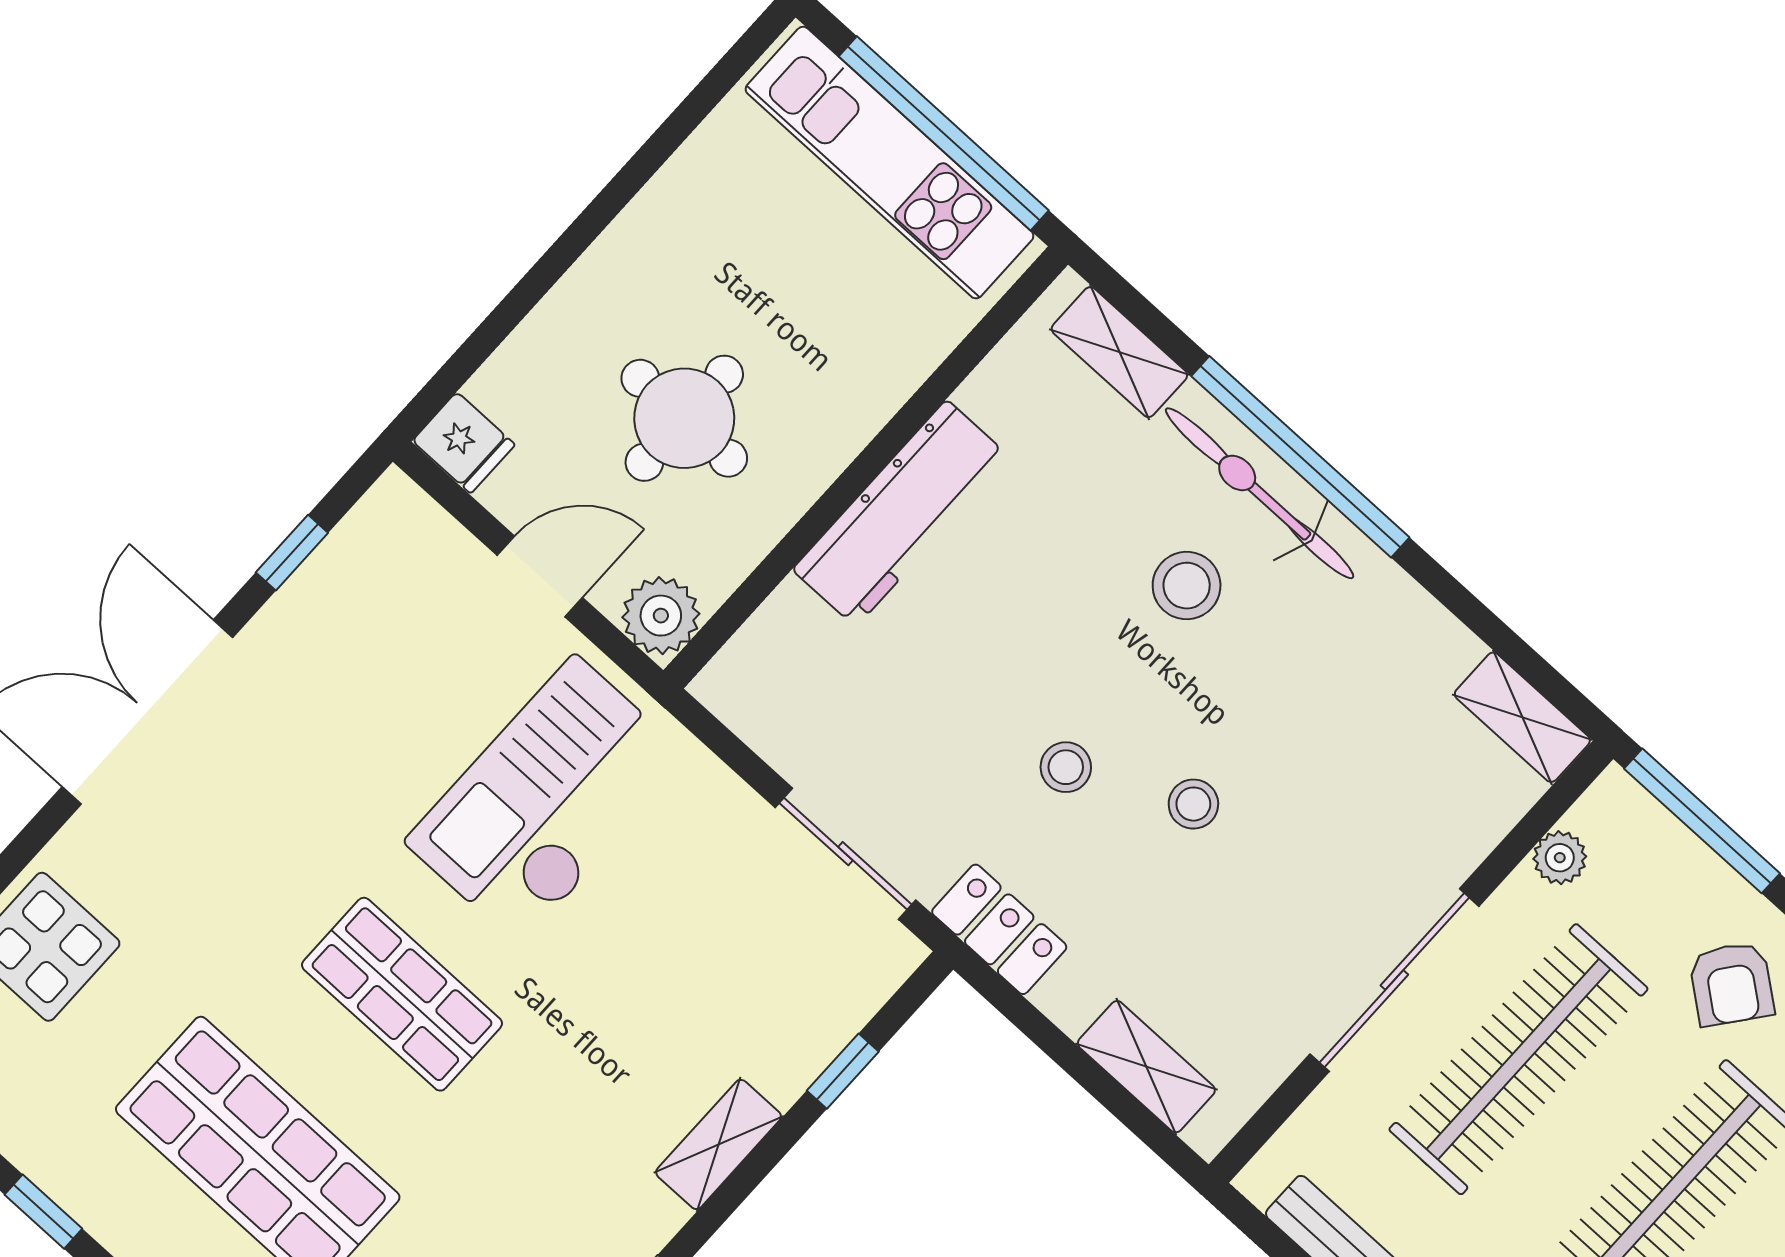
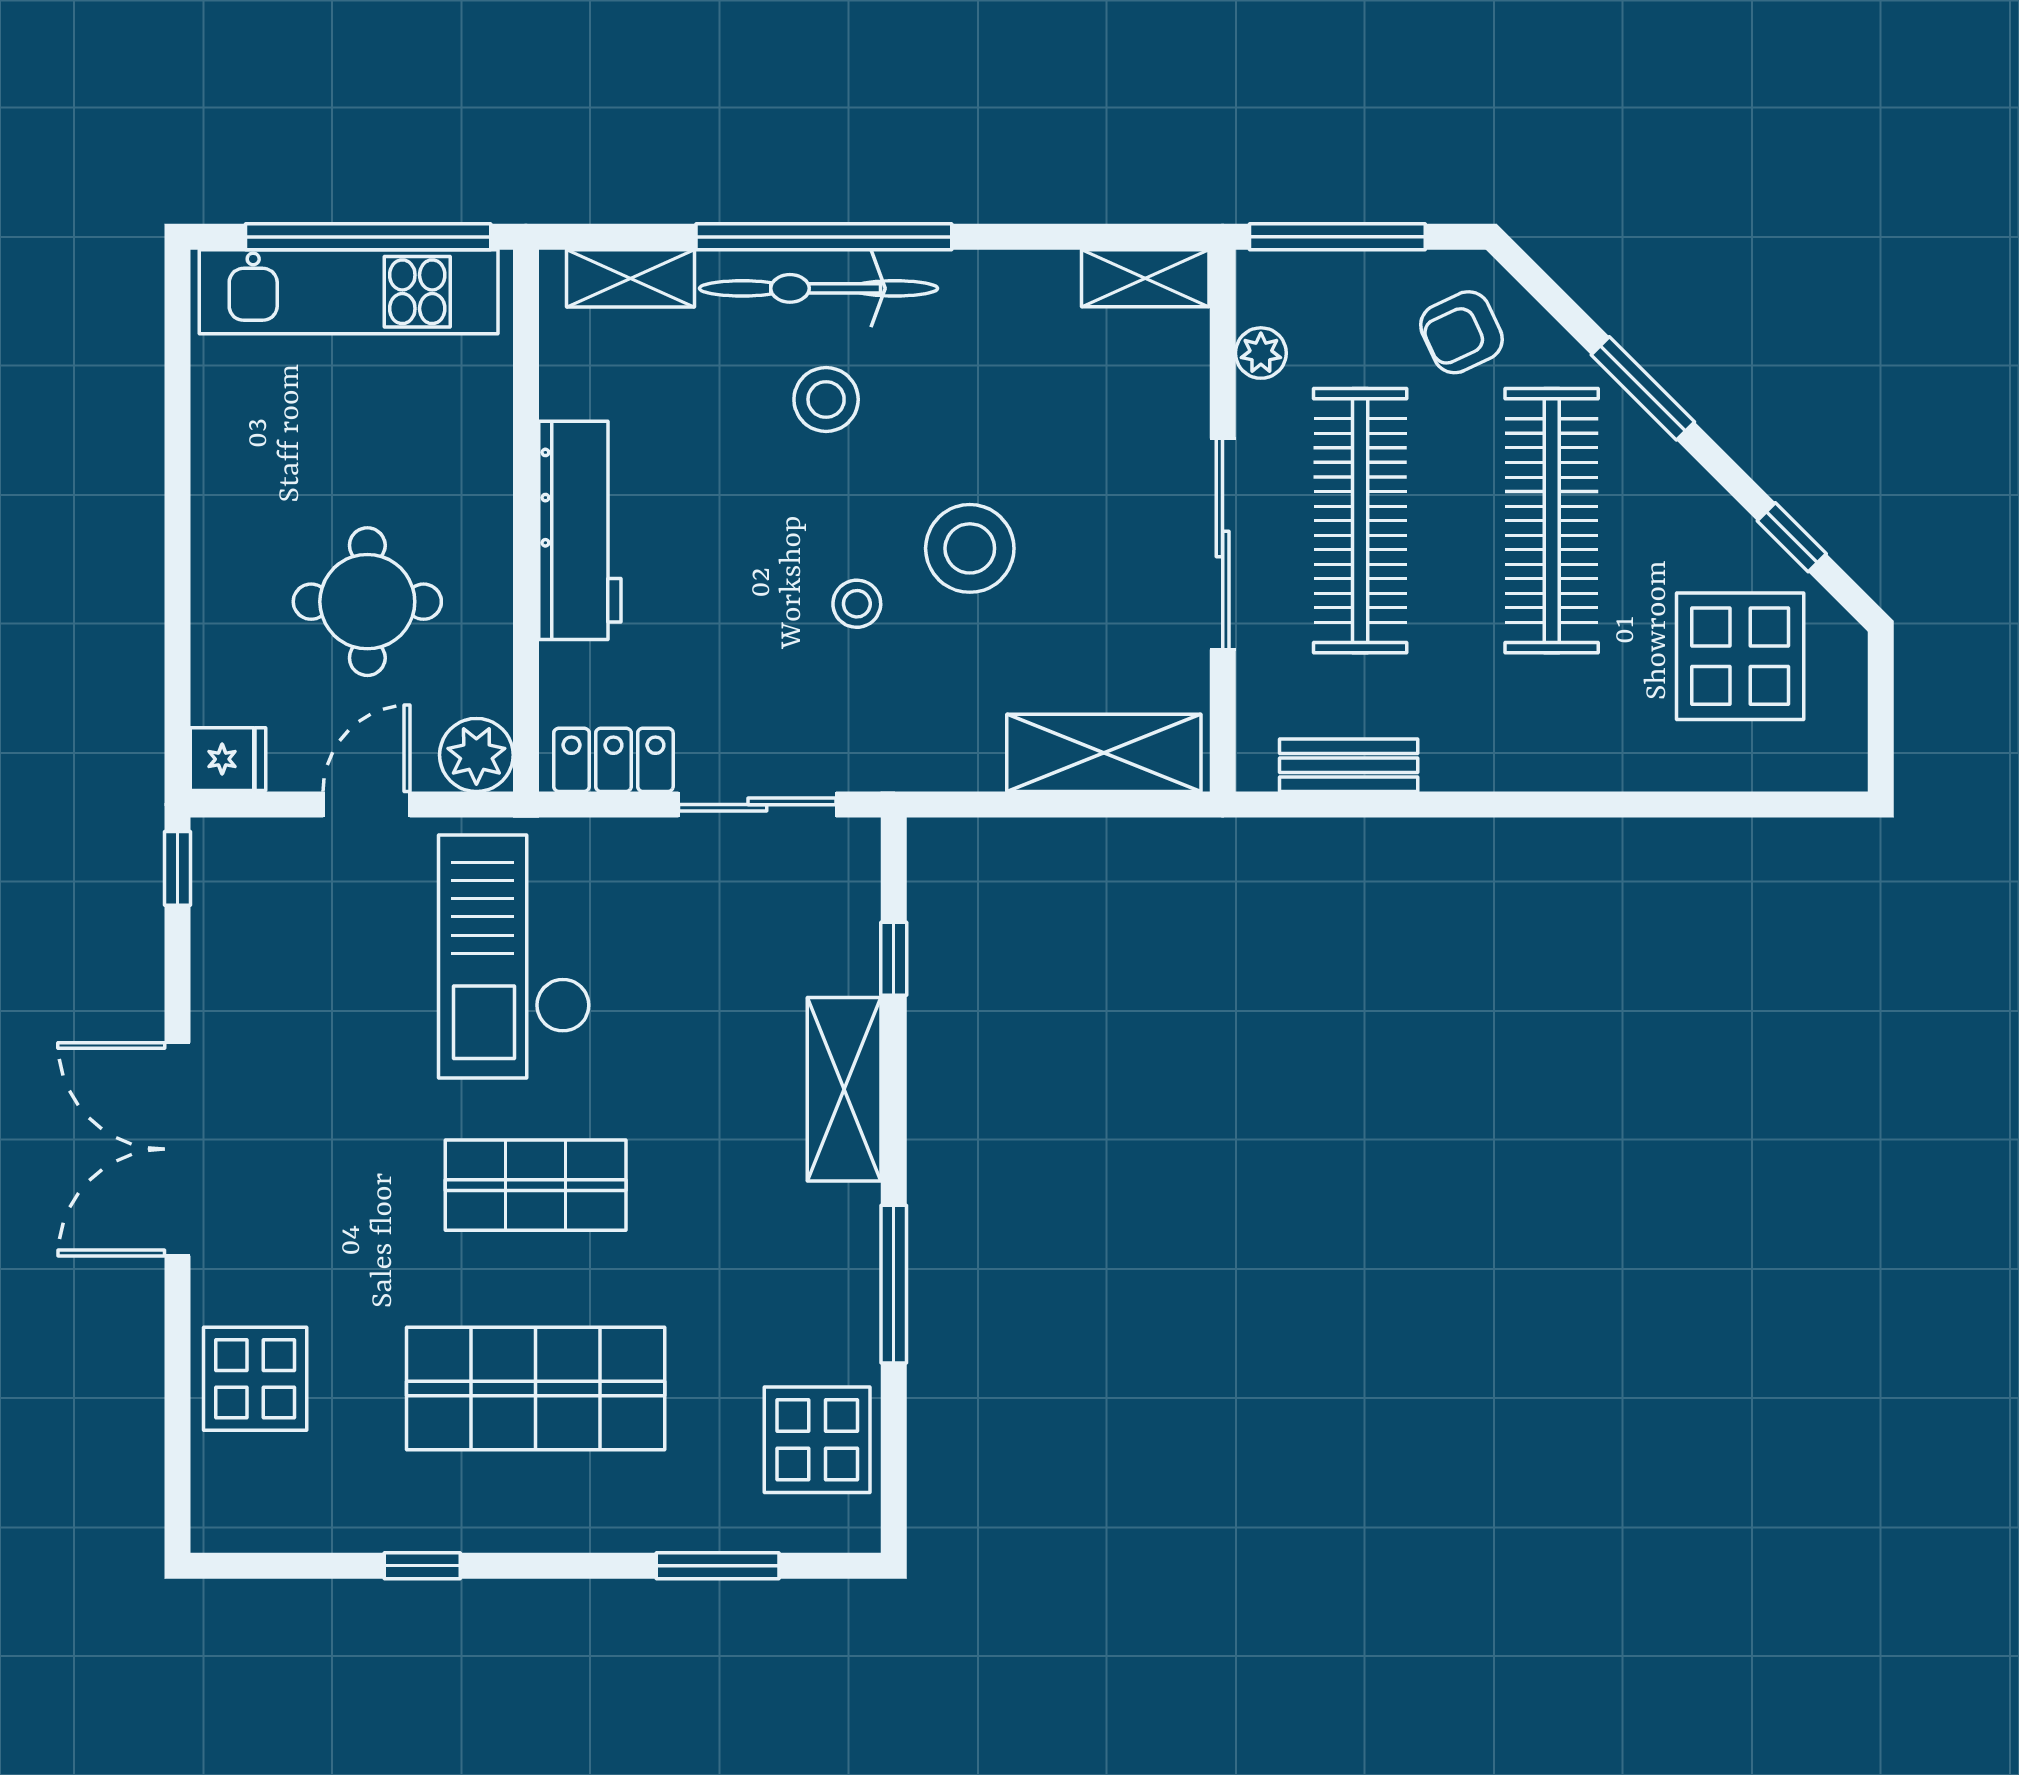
window: (292, 553) -> (178, 868), moved
stool: (1193, 804) -> (970, 548), width x1.89, depth x1.89
locker: (999, 929) -> (613, 760), moved
armchair: (1731, 984) -> (1461, 332), turned 117
shelving: (1146, 1067) -> (1104, 753), width x1.50, depth x1.33
shelving: (719, 1144) -> (844, 1089), width x1.50, depth x1.33

